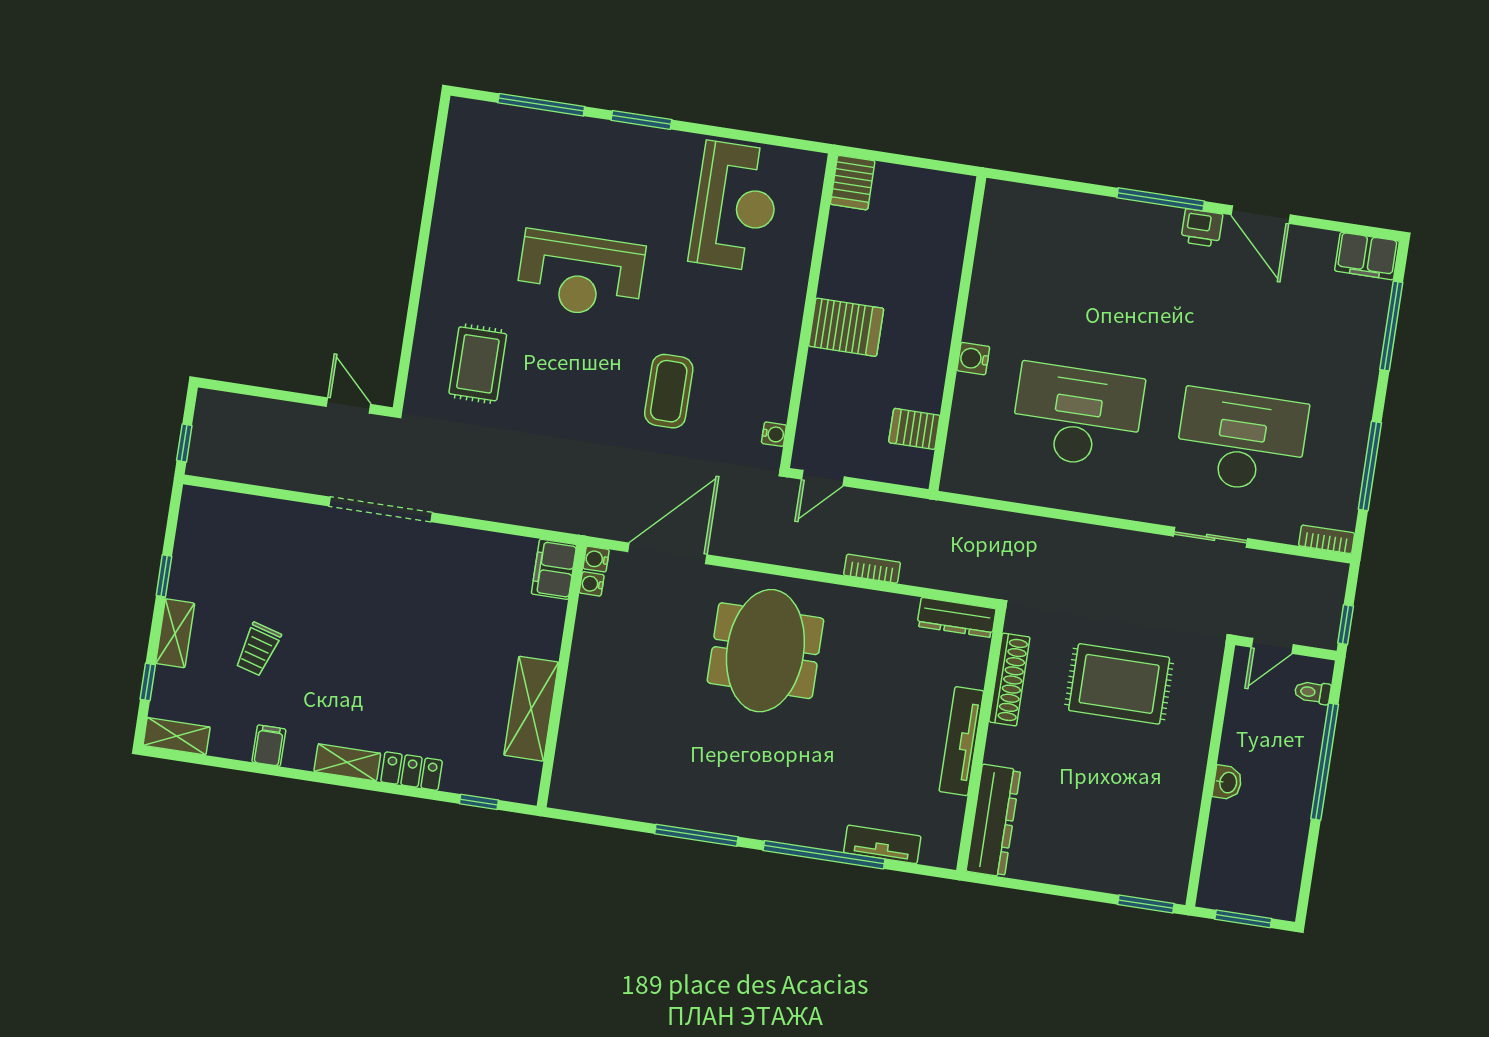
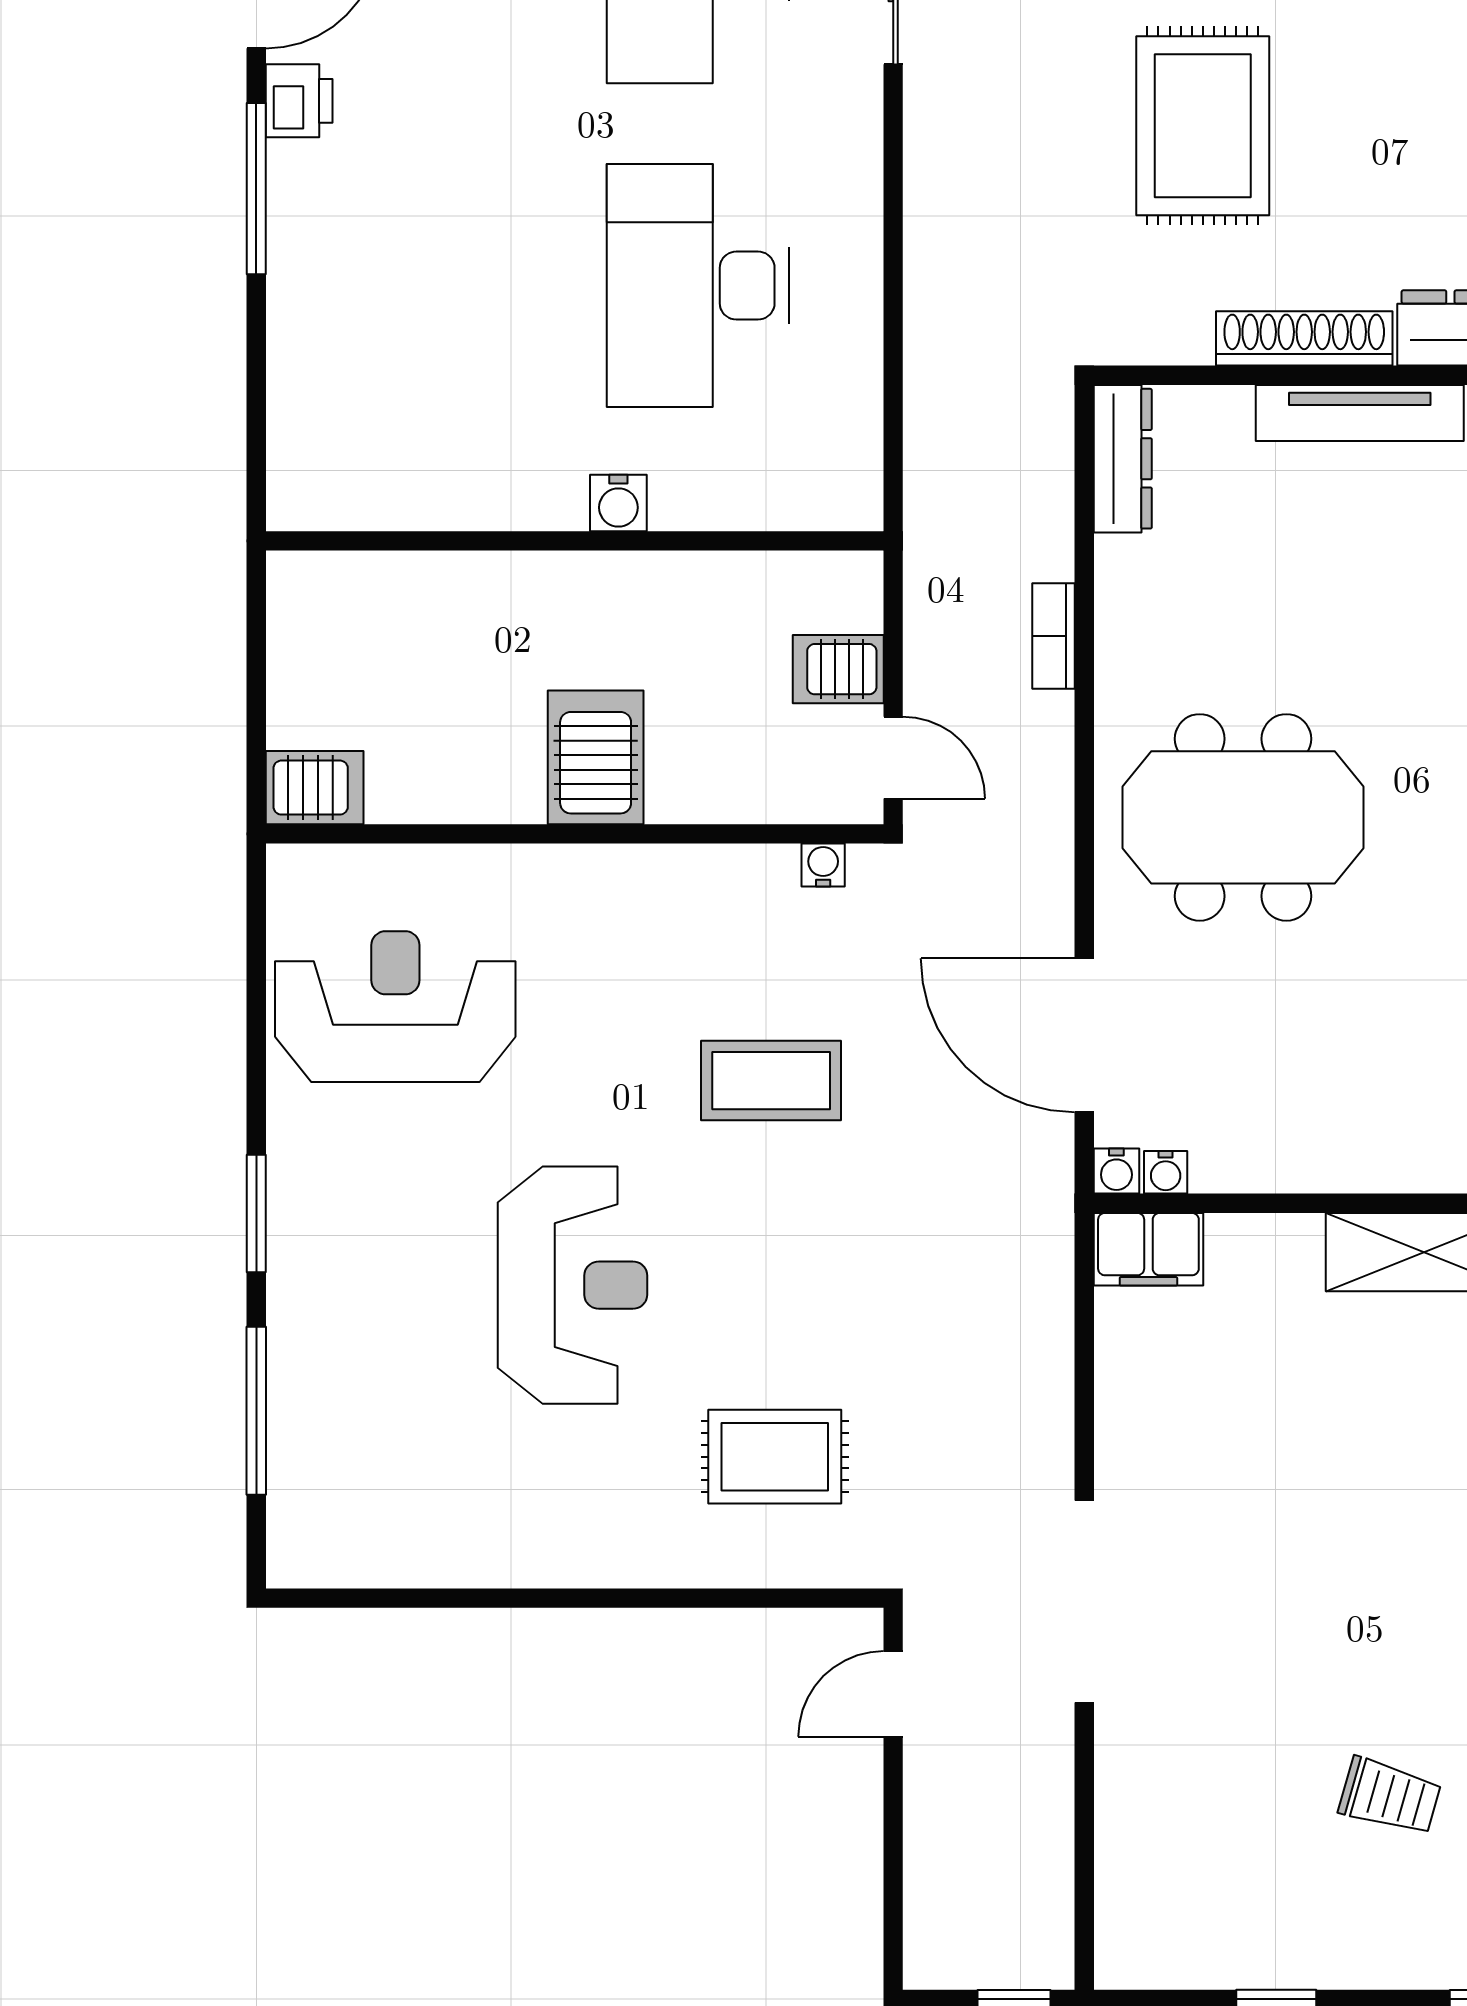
server rack: (914, 429) -> (838, 669), moved, turned 90
shelving: (175, 633) -> (1384, 1961), removed
shoe rack: (1009, 679) -> (1304, 338), moved

